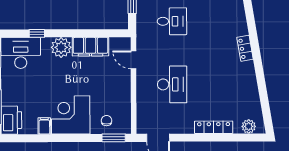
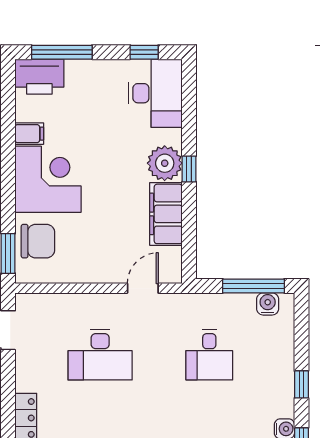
window: (37, 33) -> (189, 169), moved
chair: (106, 121) -> (38, 241), width x1.87, depth x1.87

